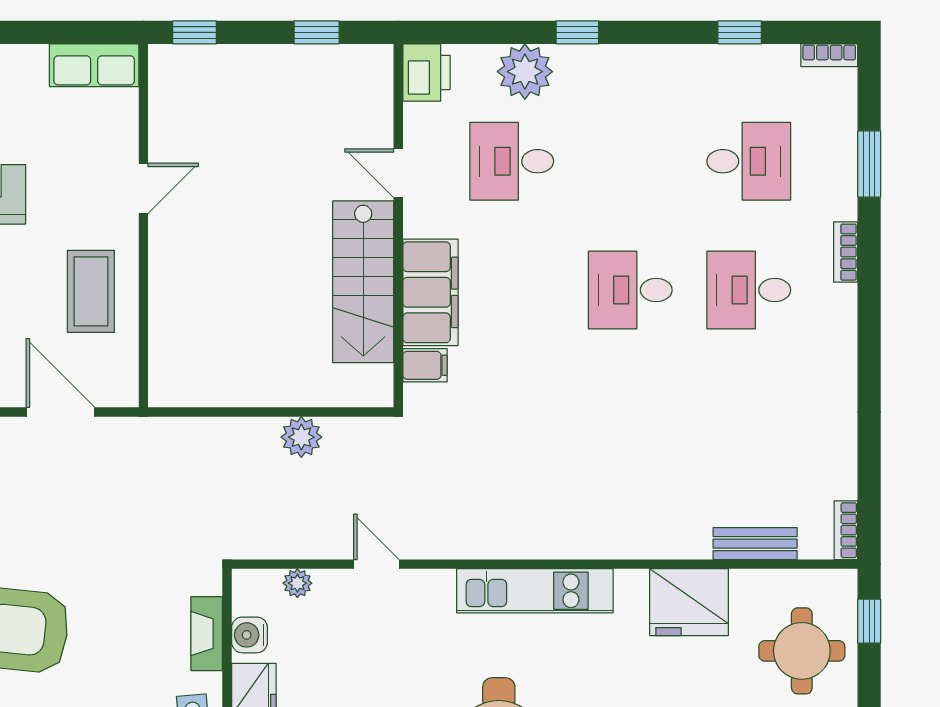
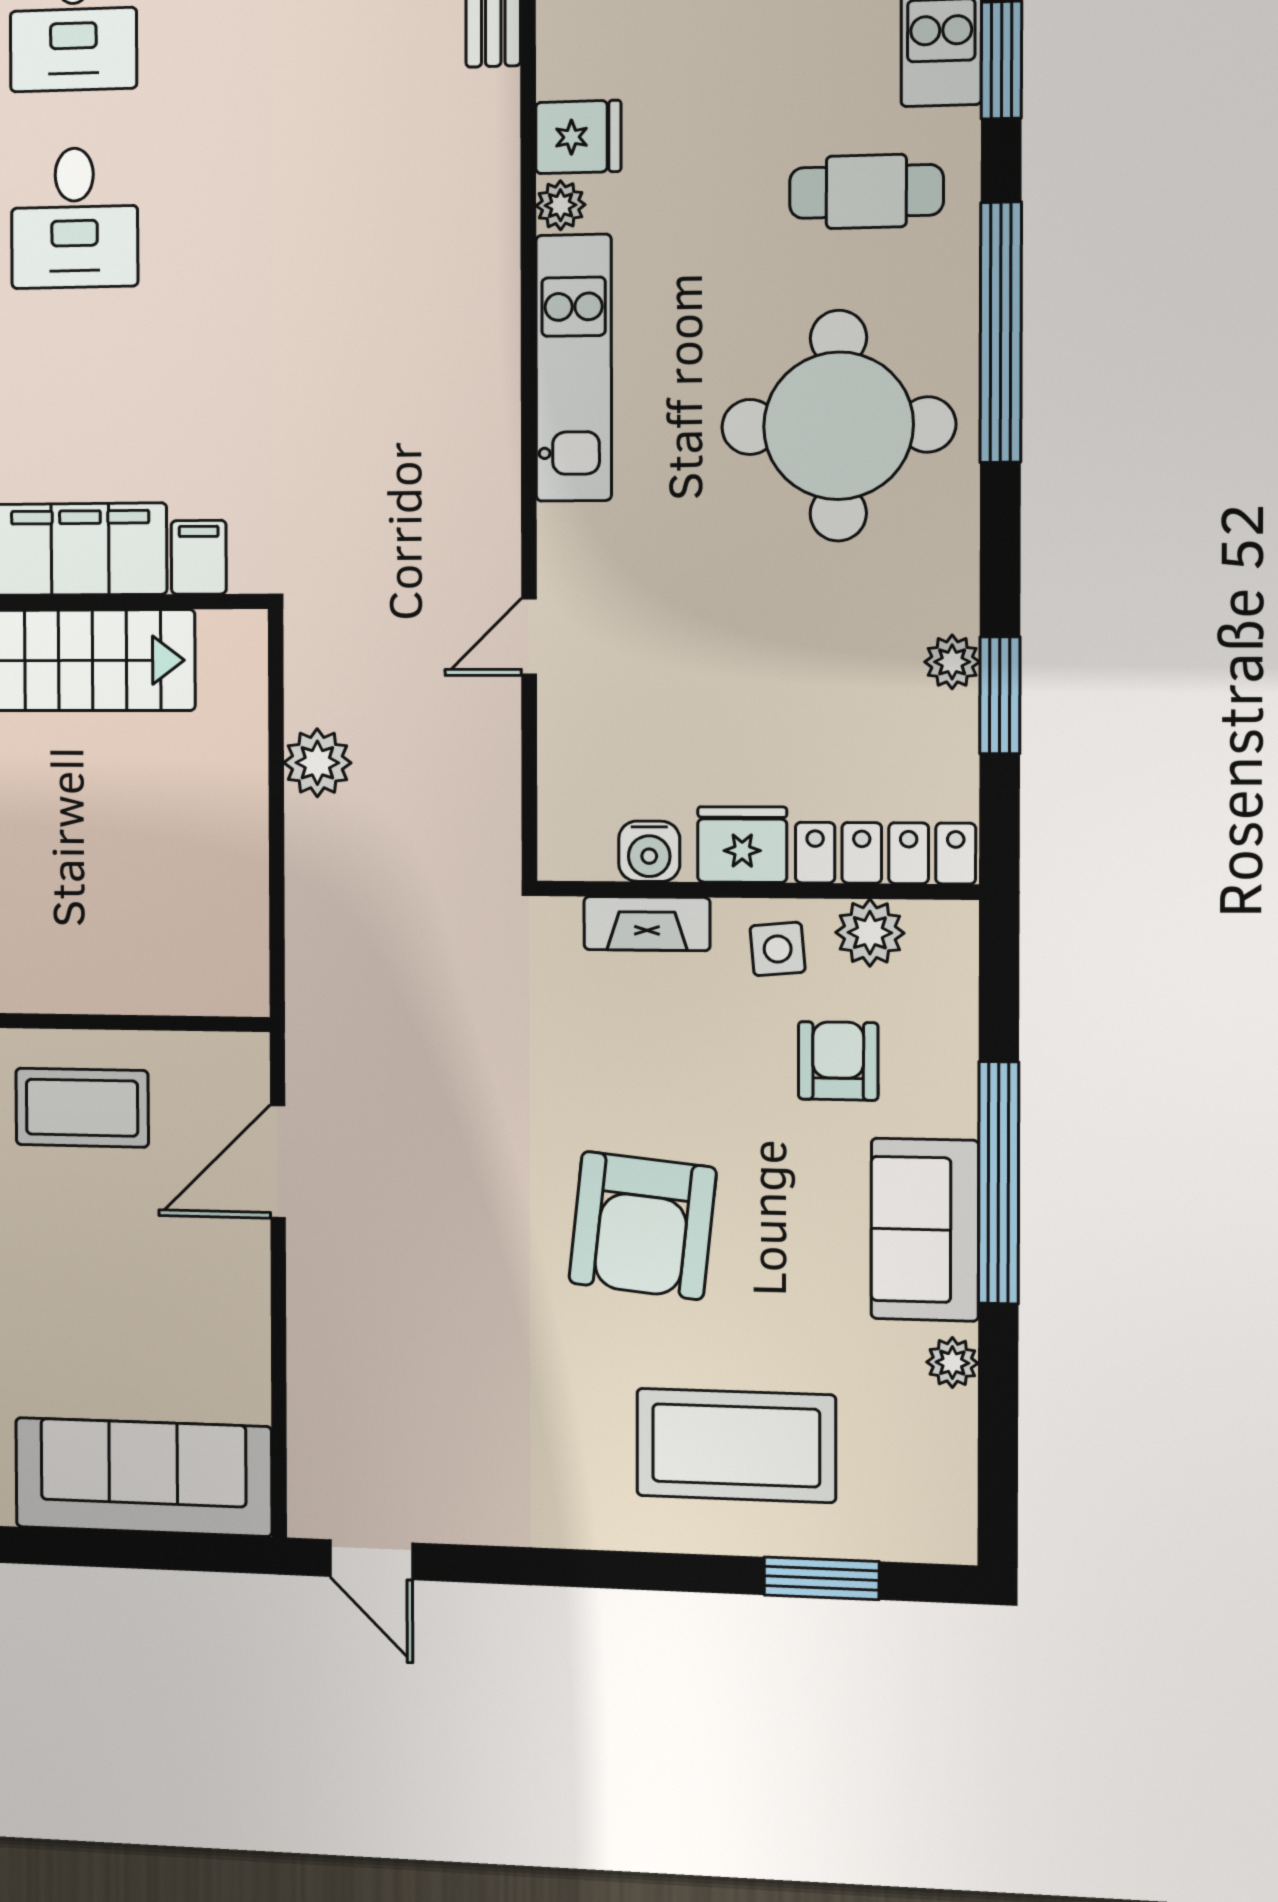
plant: (297, 583) -> (561, 205), moved
fridge: (689, 602) -> (578, 137), width x0.53, depth x0.75

